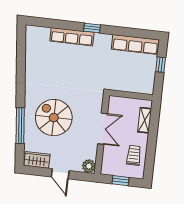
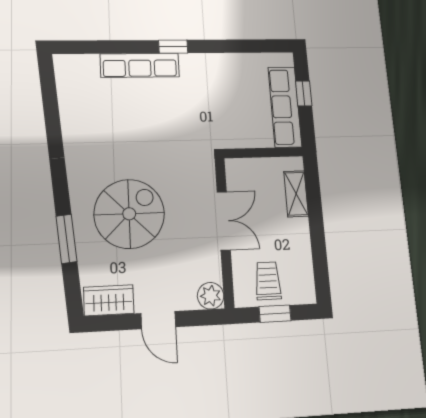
row of seats: (135, 45) -> (285, 107), moved, turned 90
spiral stairs: (54, 118) -> (129, 214), turned 90
window: (20, 126) -> (66, 239), width x0.69
trolley: (134, 155) -> (268, 281), moved

